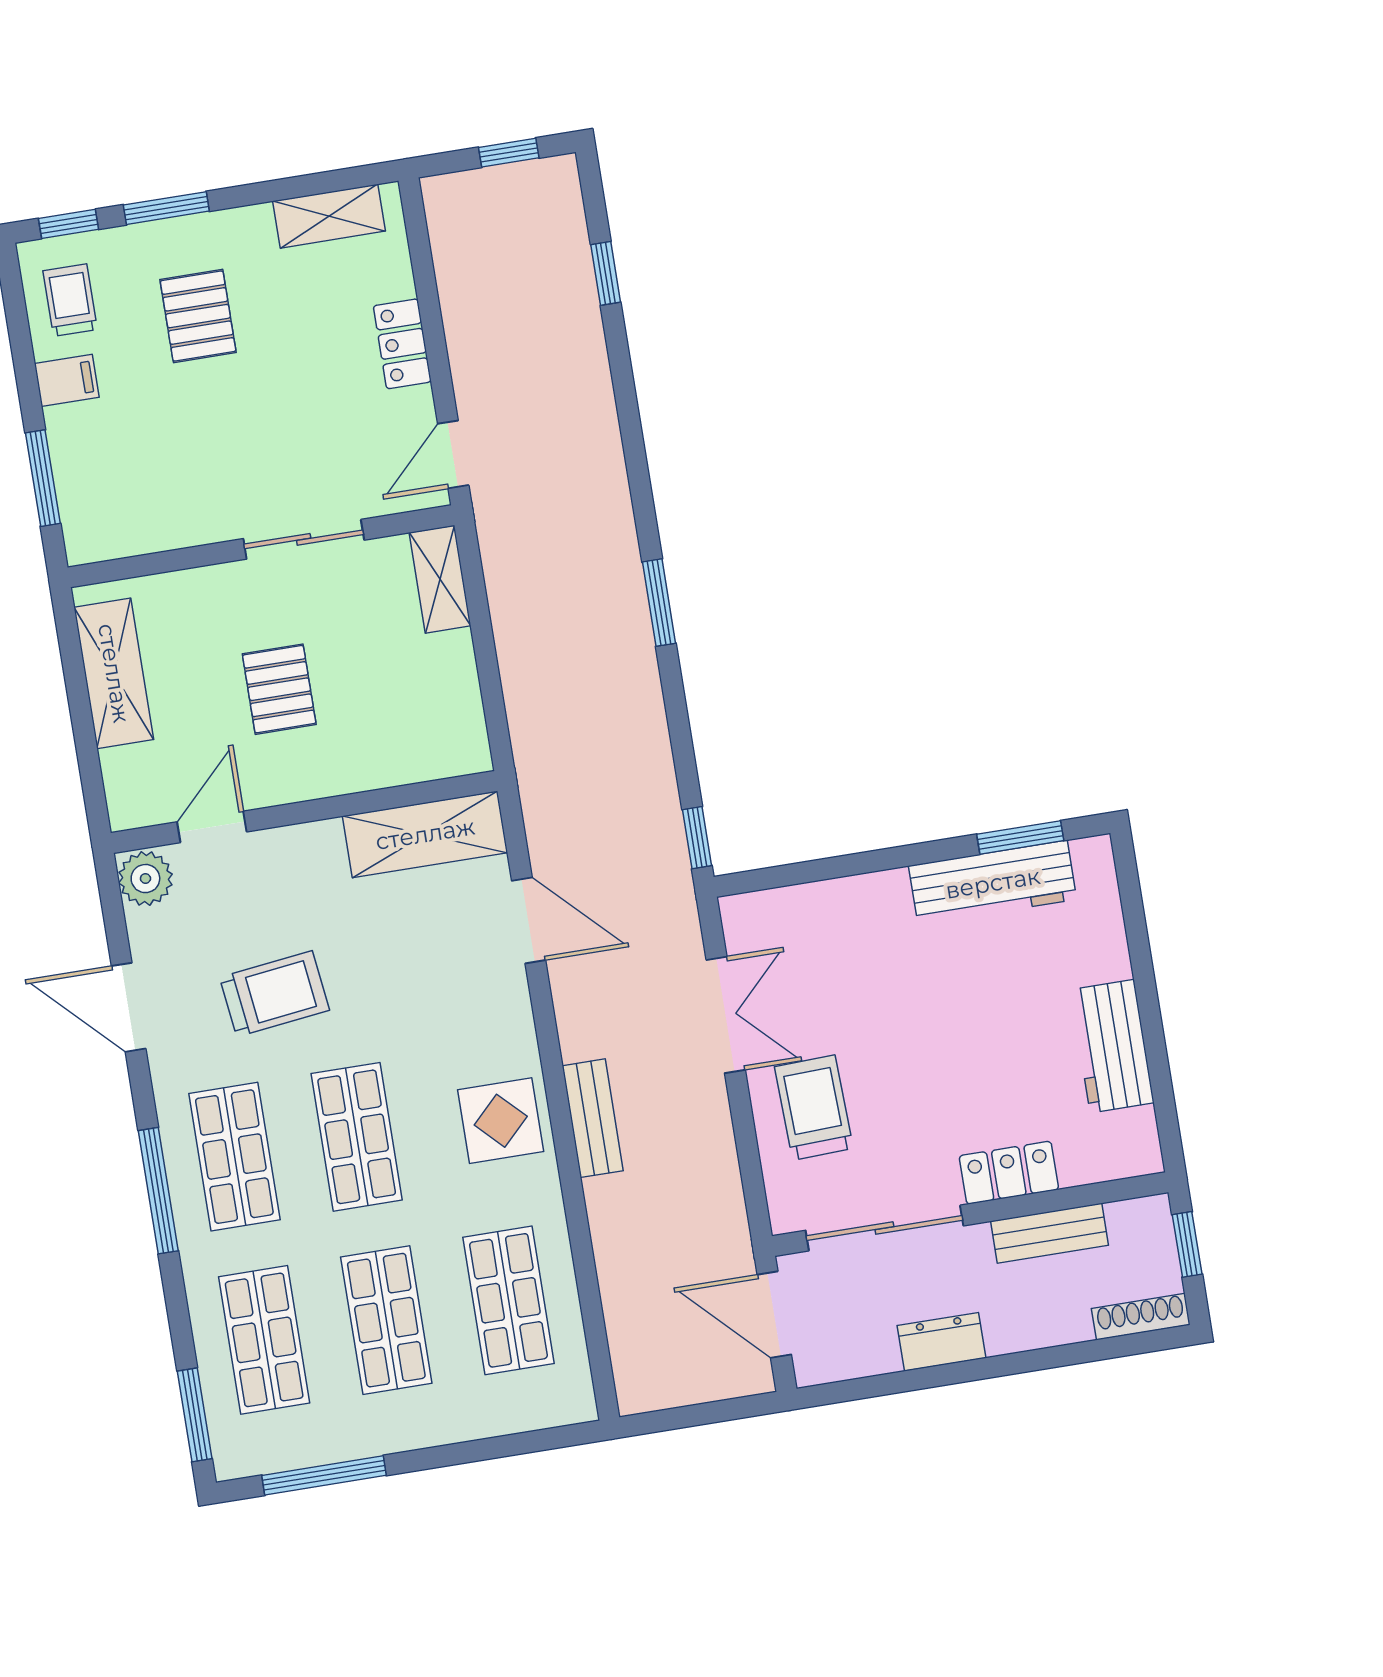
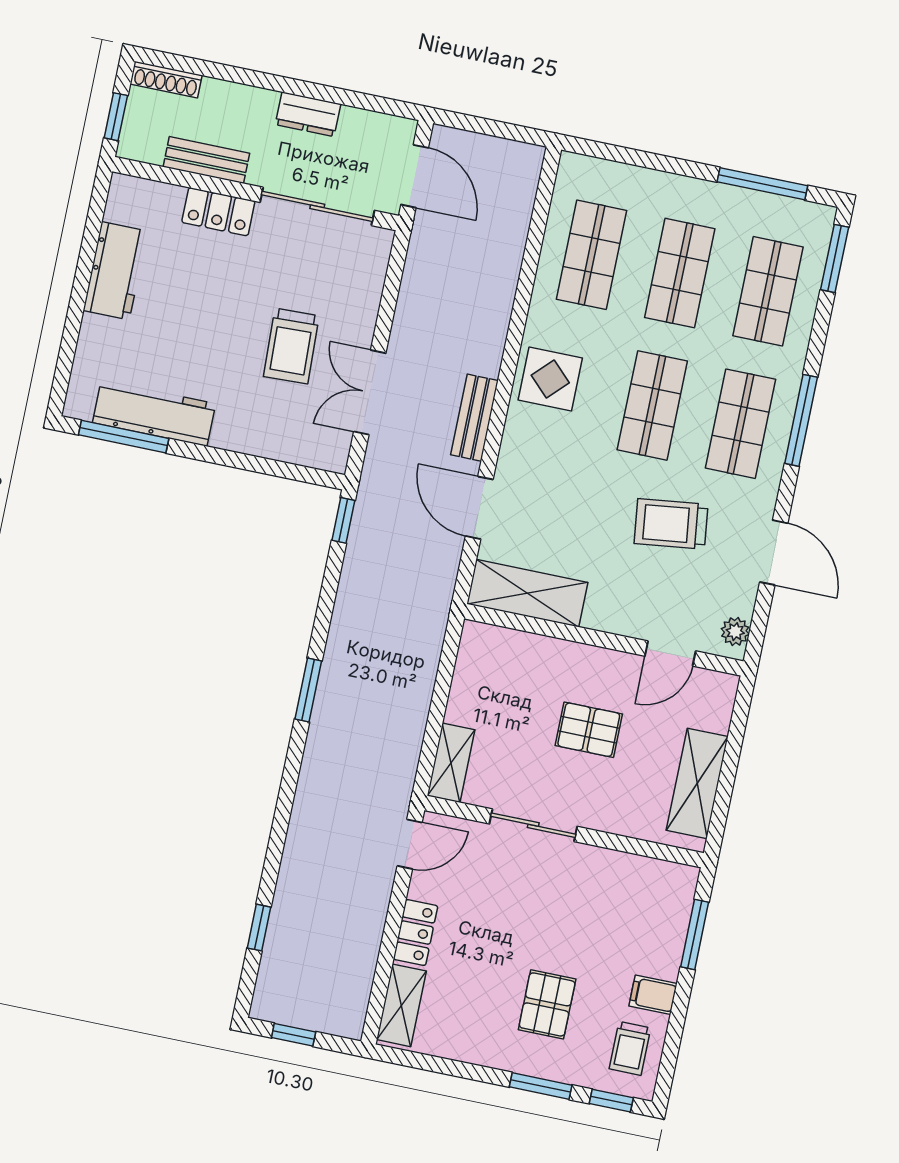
shelving: (329, 216) -> (401, 1005), moved, turned 90
pallet: (279, 689) -> (589, 730), turned 90
window: (1020, 837) -> (124, 437), width x1.44
plant: (145, 879) -> (735, 632), width x0.73, depth x0.73
trolley: (814, 1108) -> (291, 346), moved
bench: (593, 1118) -> (474, 418), moved

